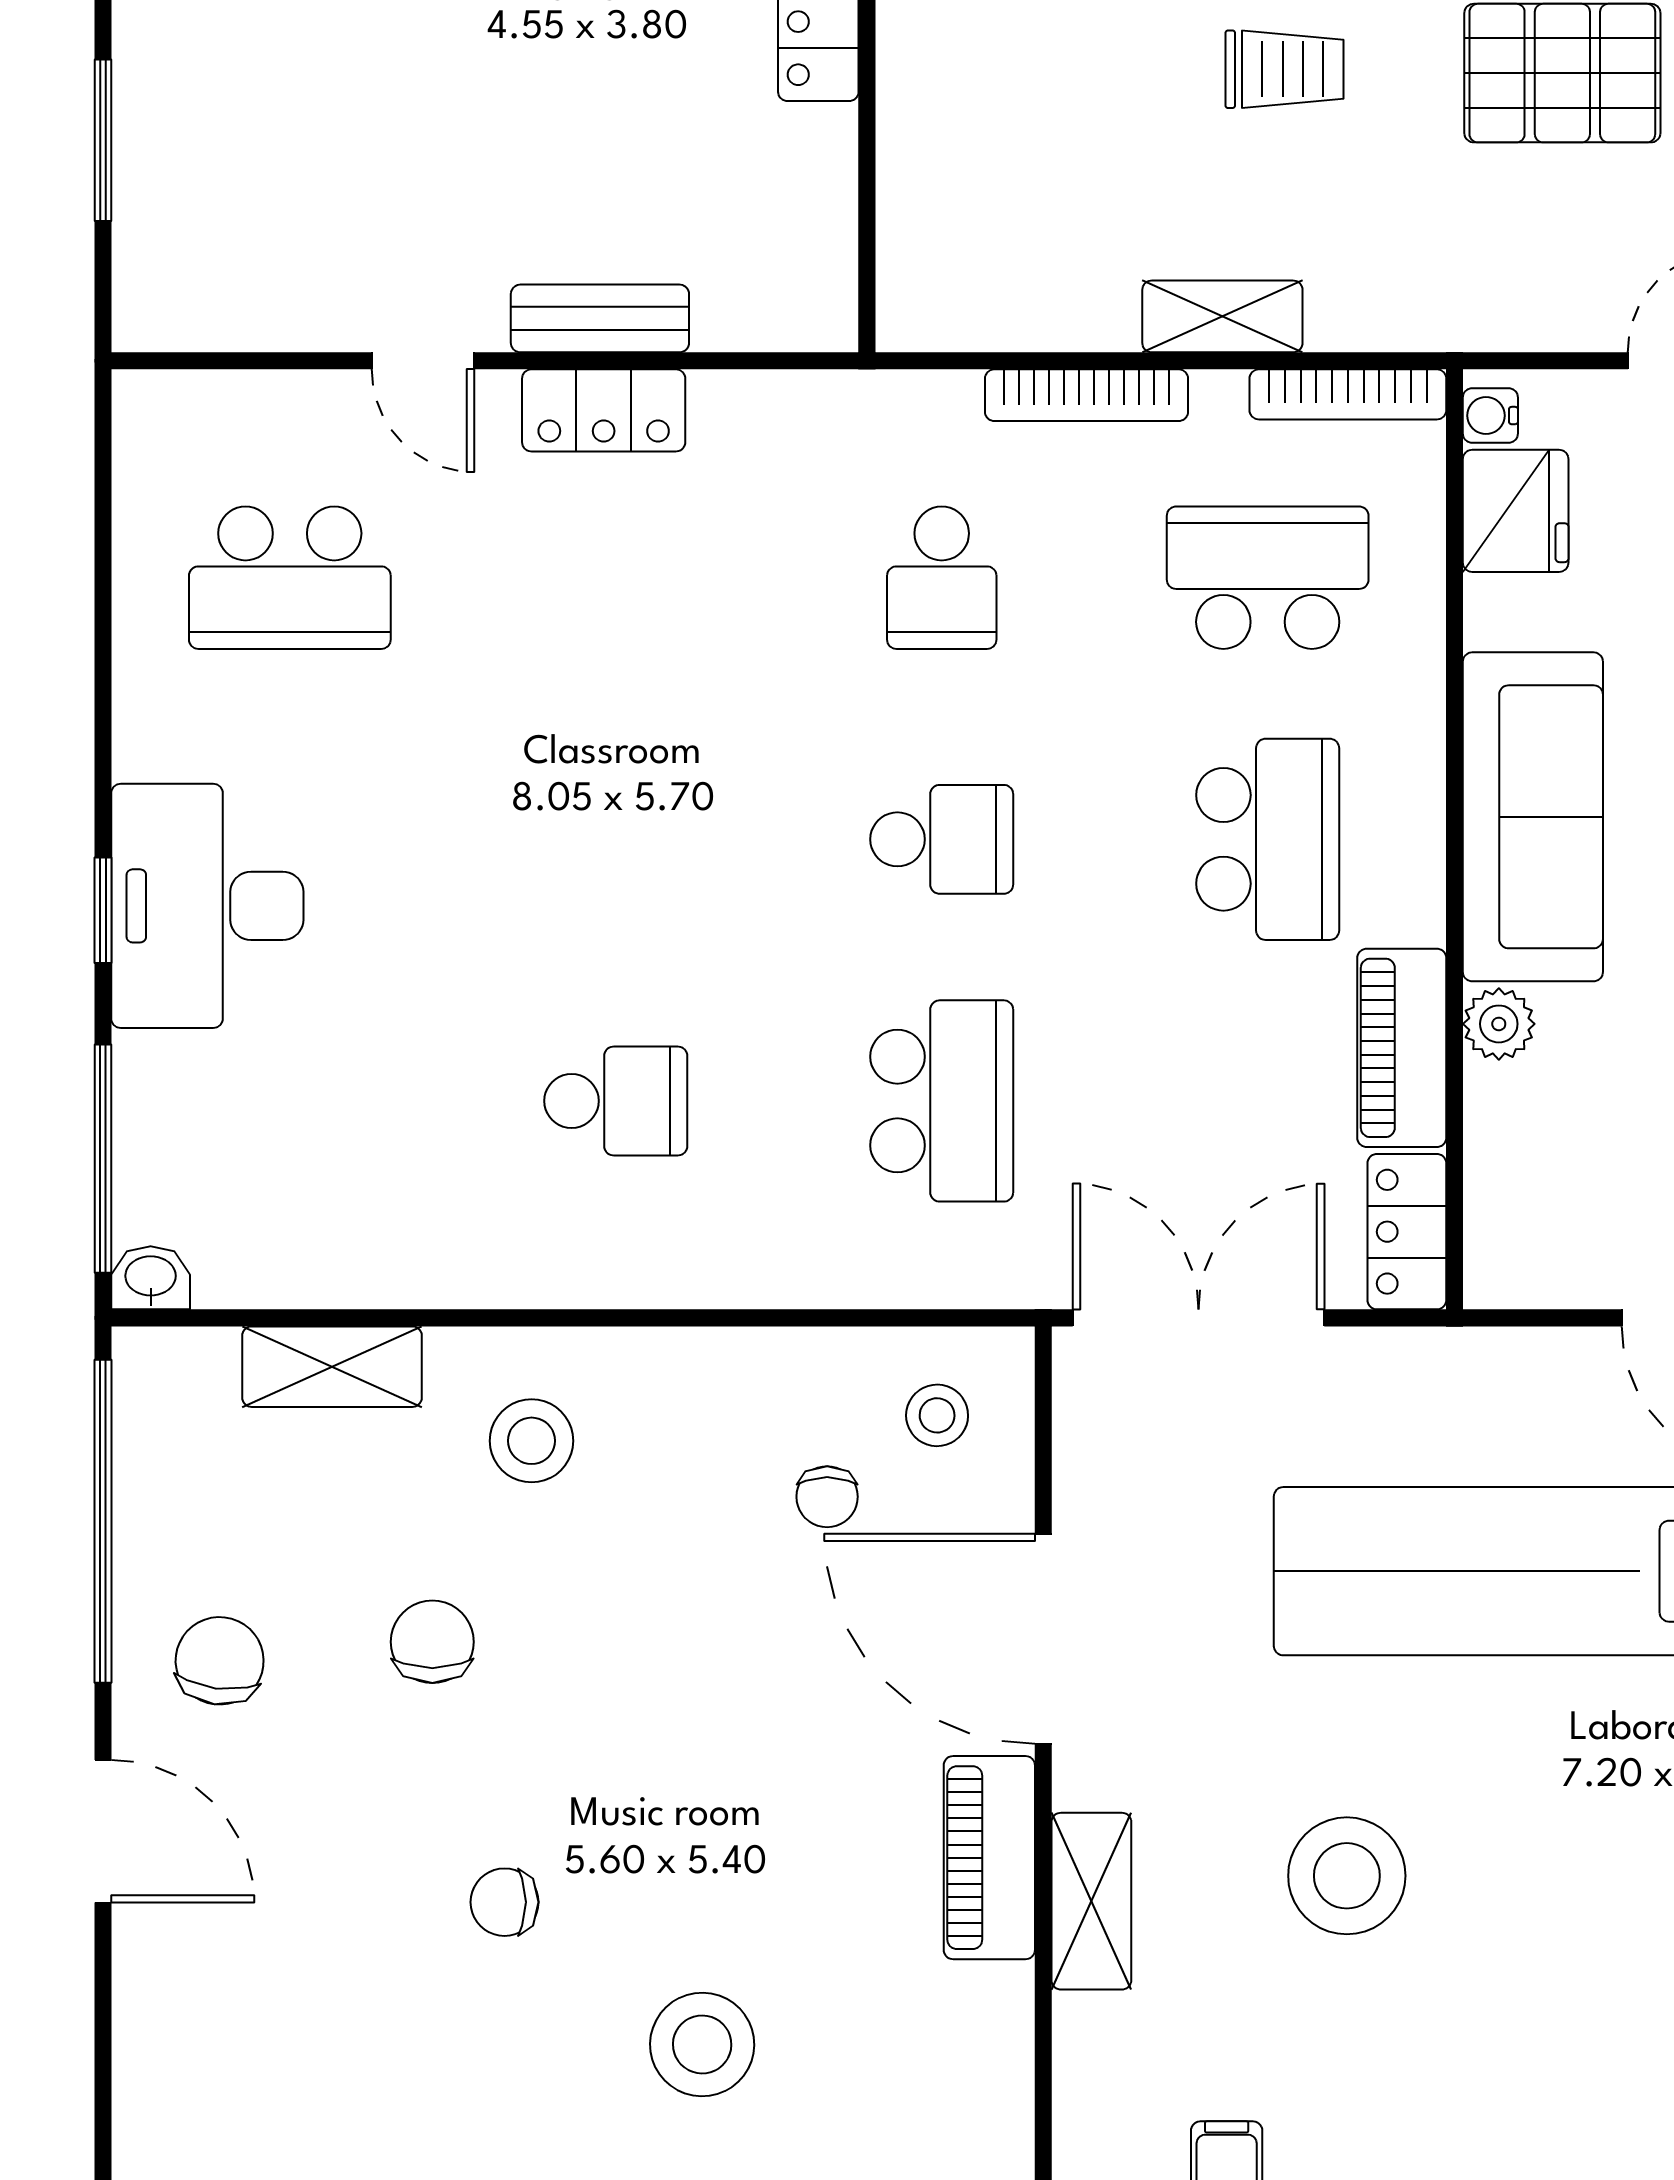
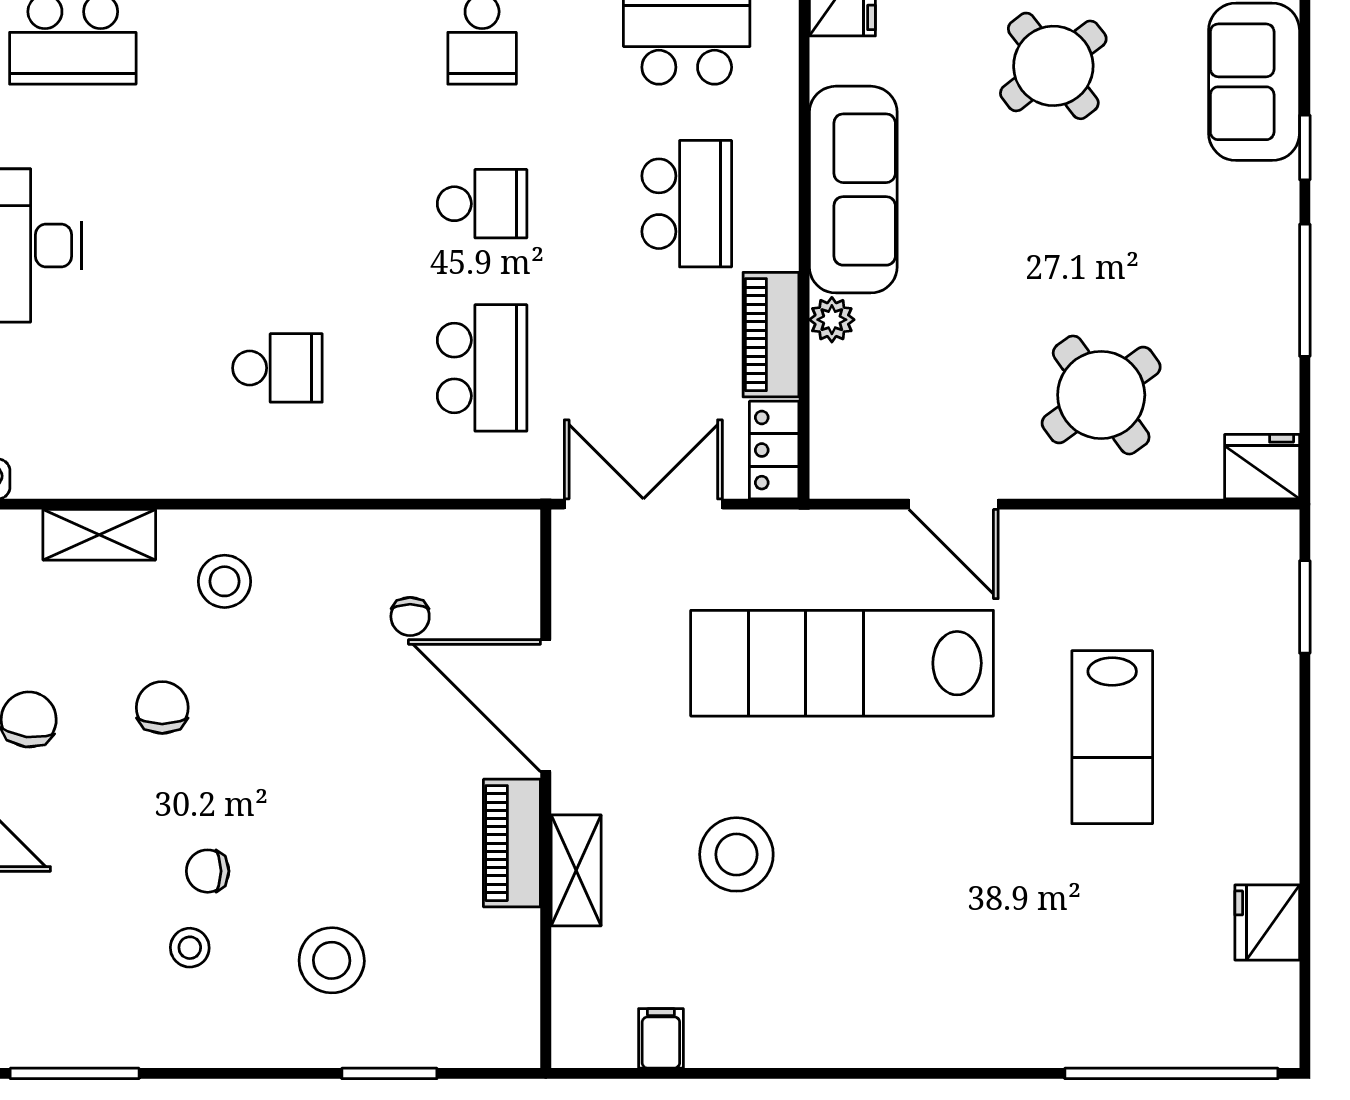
stool: (937, 1415) -> (190, 948), moved

